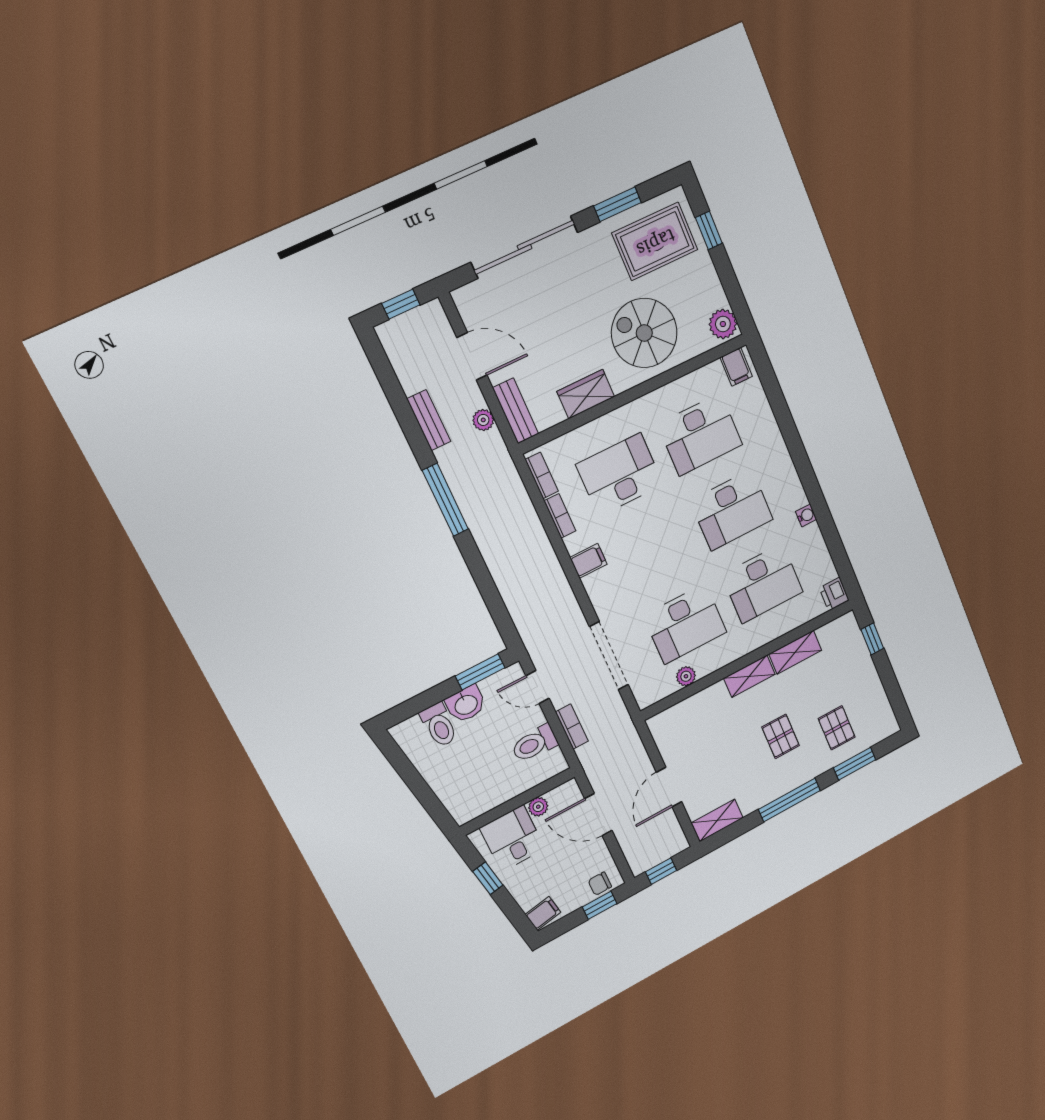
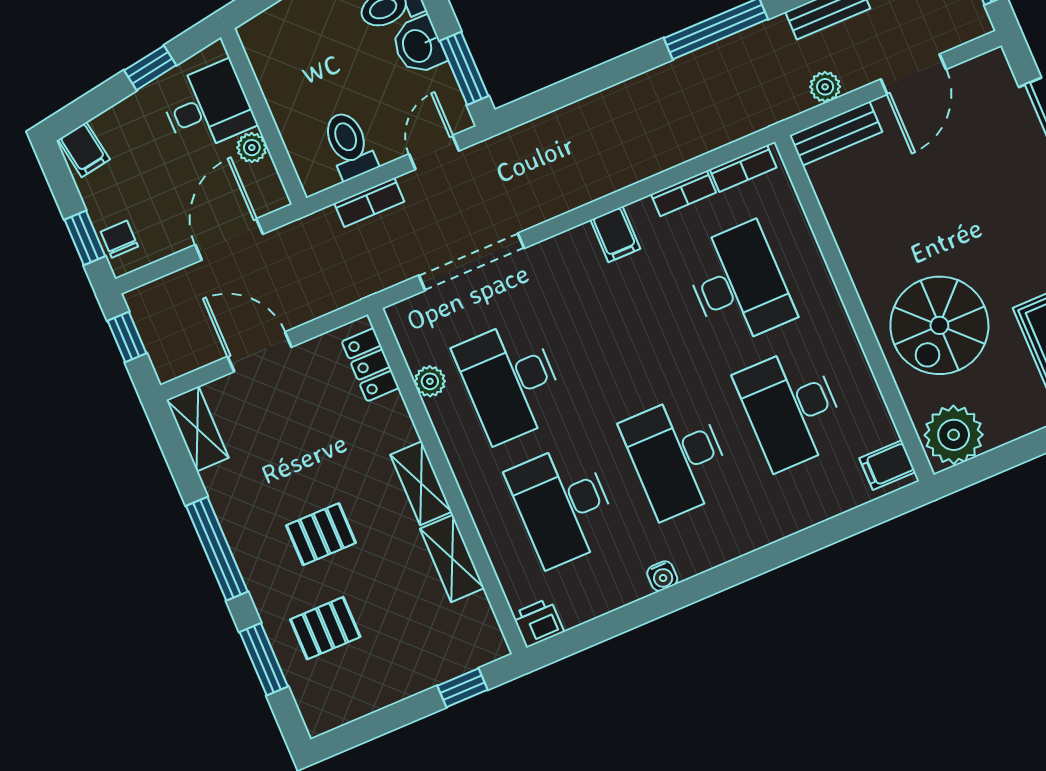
plant: (723, 324) -> (954, 435), width x1.36, depth x1.36
spiral stairs: (644, 333) -> (939, 325), turned 180
wardrobe: (586, 394) -> (856, 236), removed
locker: (676, 716) -> (370, 365), added

